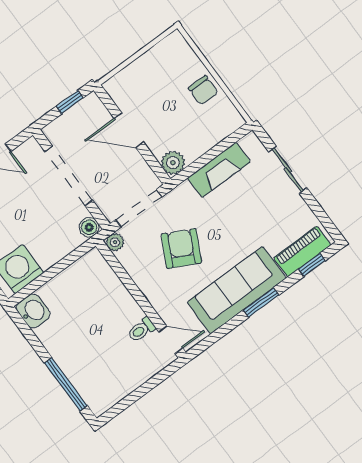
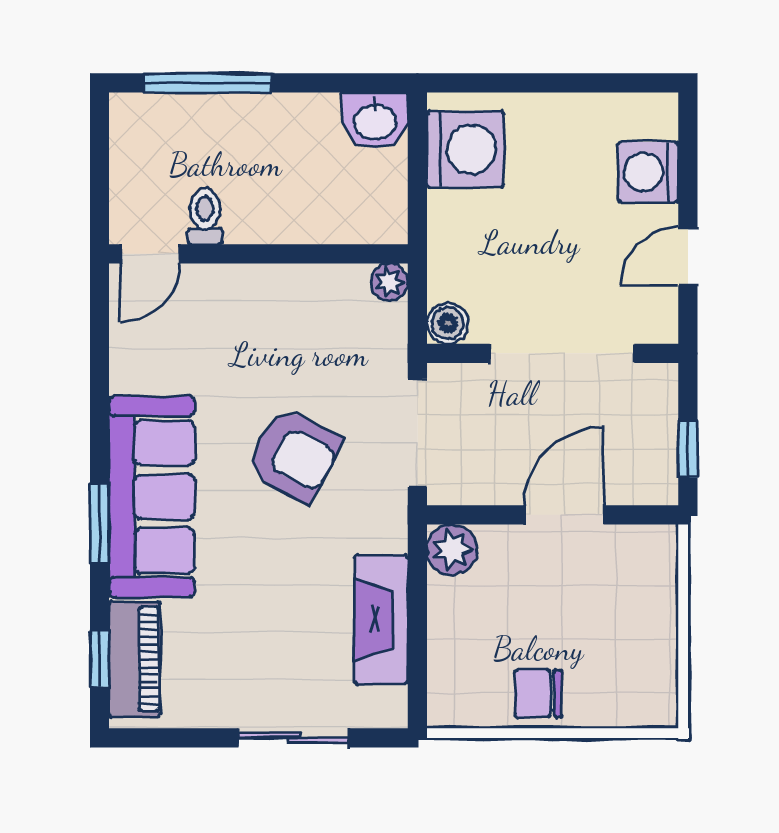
plant: (115, 242) -> (389, 282), moved
wall: (141, 299) -> (258, 254), moved
toilet: (141, 330) -> (205, 216), moved
door: (171, 340) -> (150, 254), moved

